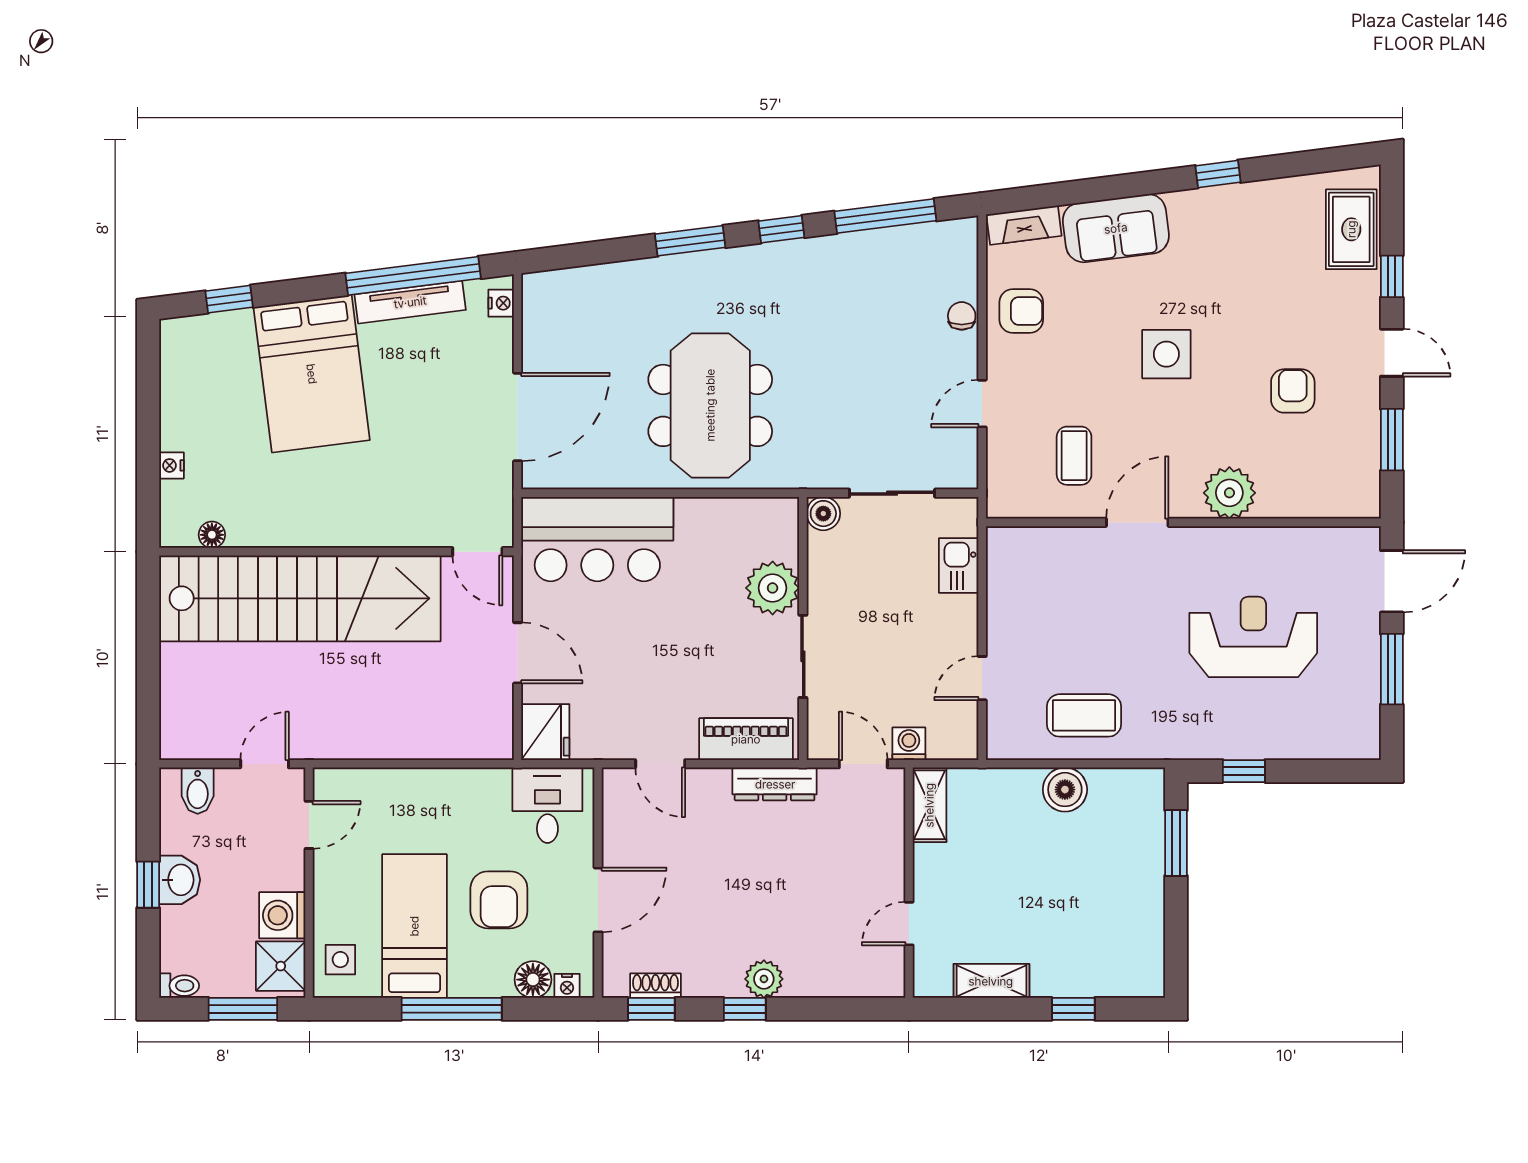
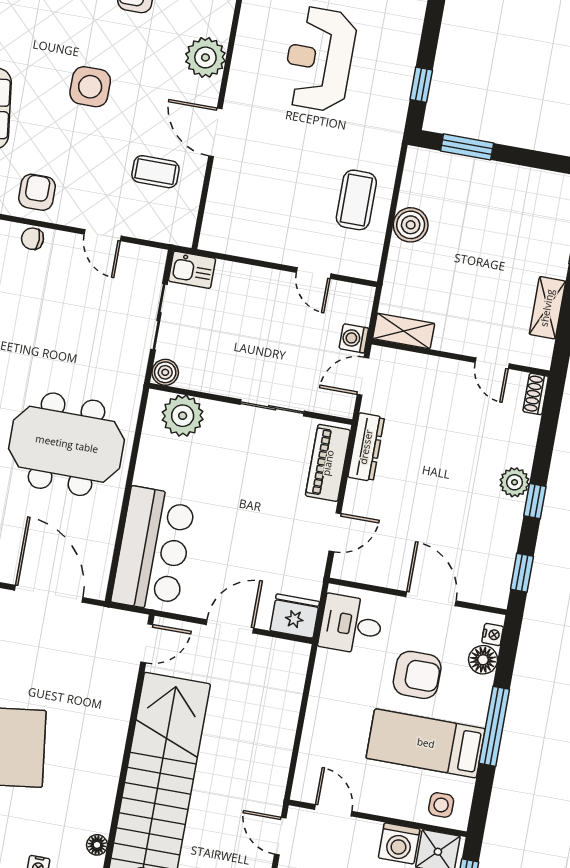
kitchen sink: (959, 566) -> (192, 270), moved
plant: (773, 588) -> (183, 416), moved
shoe rack: (656, 986) -> (536, 394), moved

